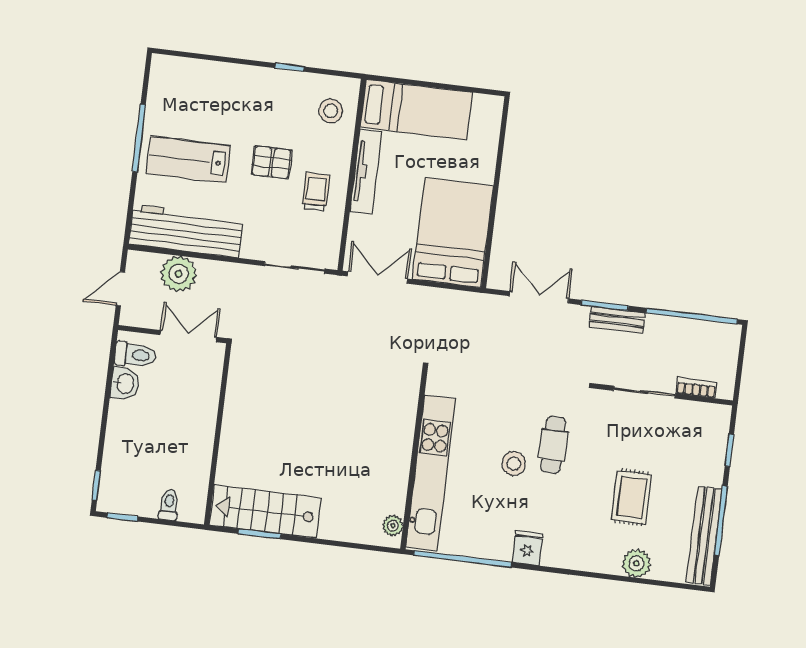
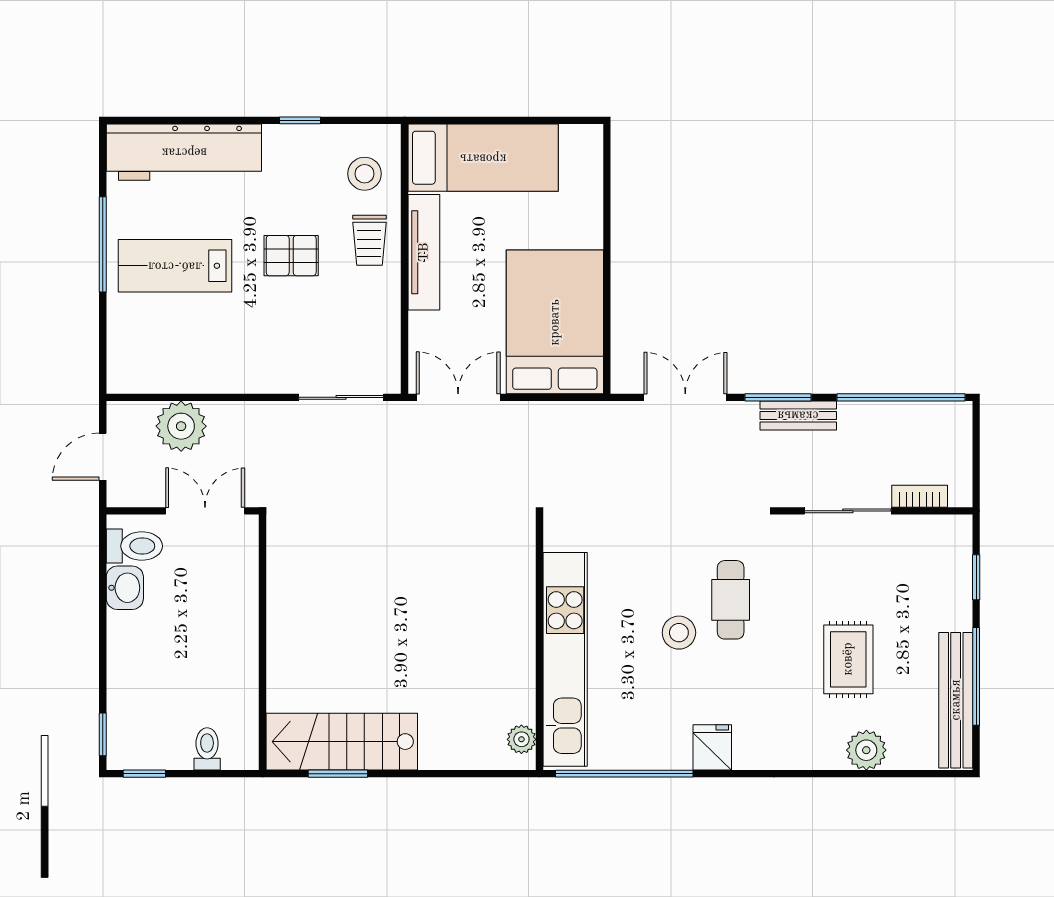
trolley: (316, 192) -> (369, 240), moved, turned 180
workbench: (186, 231) -> (184, 152), moved, turned 180

